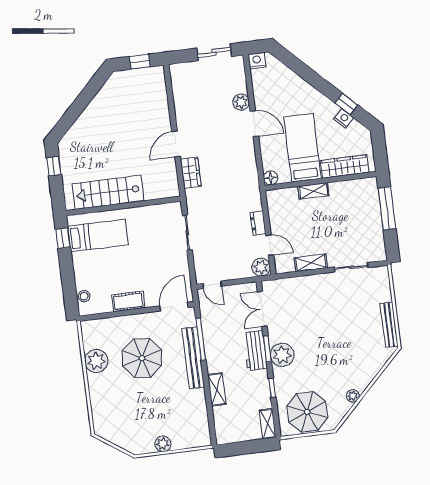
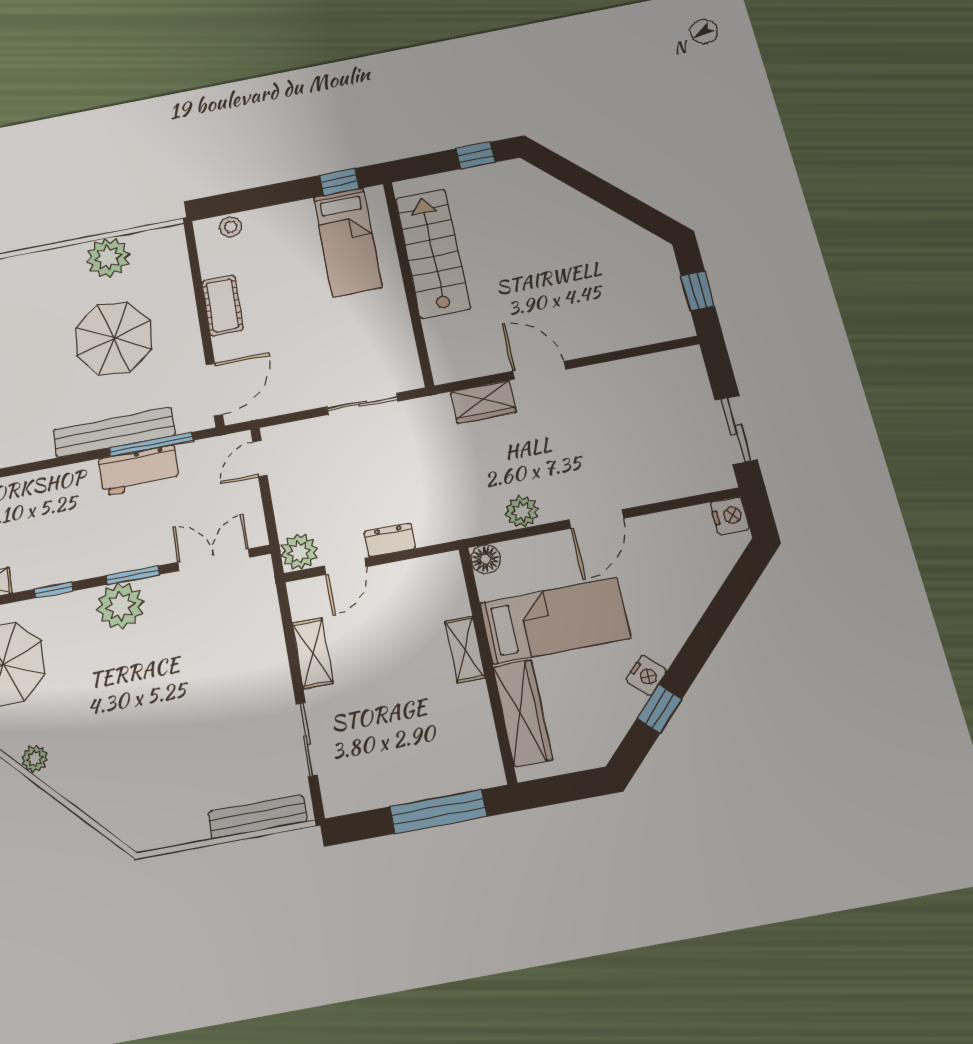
plant: (241, 102) -> (522, 512), moved
nightstand: (344, 118) -> (646, 675), moved
door: (174, 307) -> (214, 390), hinge flipped
bench: (389, 325) -> (257, 817), moved
workbench: (255, 351) -> (139, 470), moved, turned 180
shelving: (217, 389) -> (52, 482), removed

